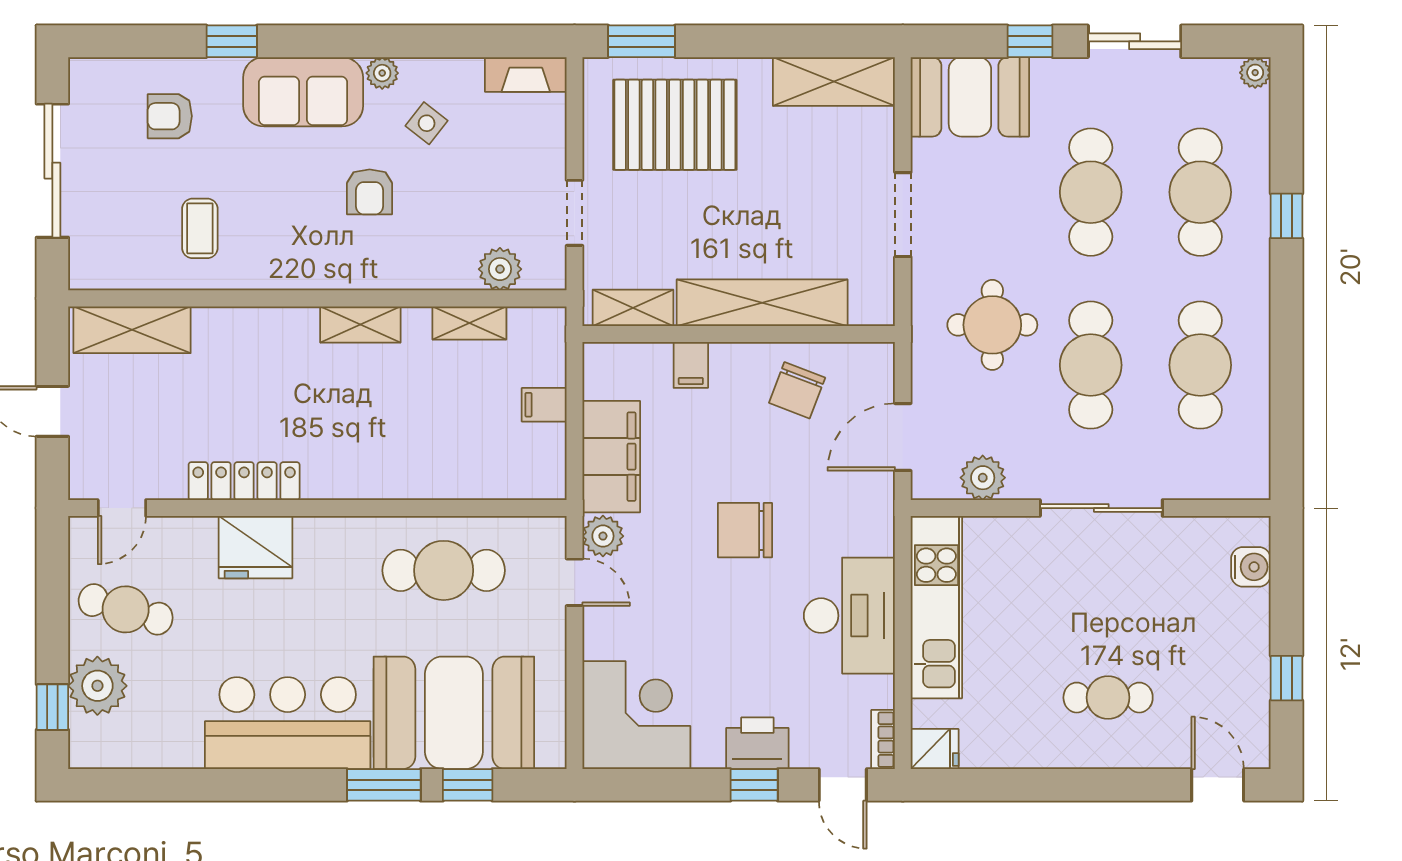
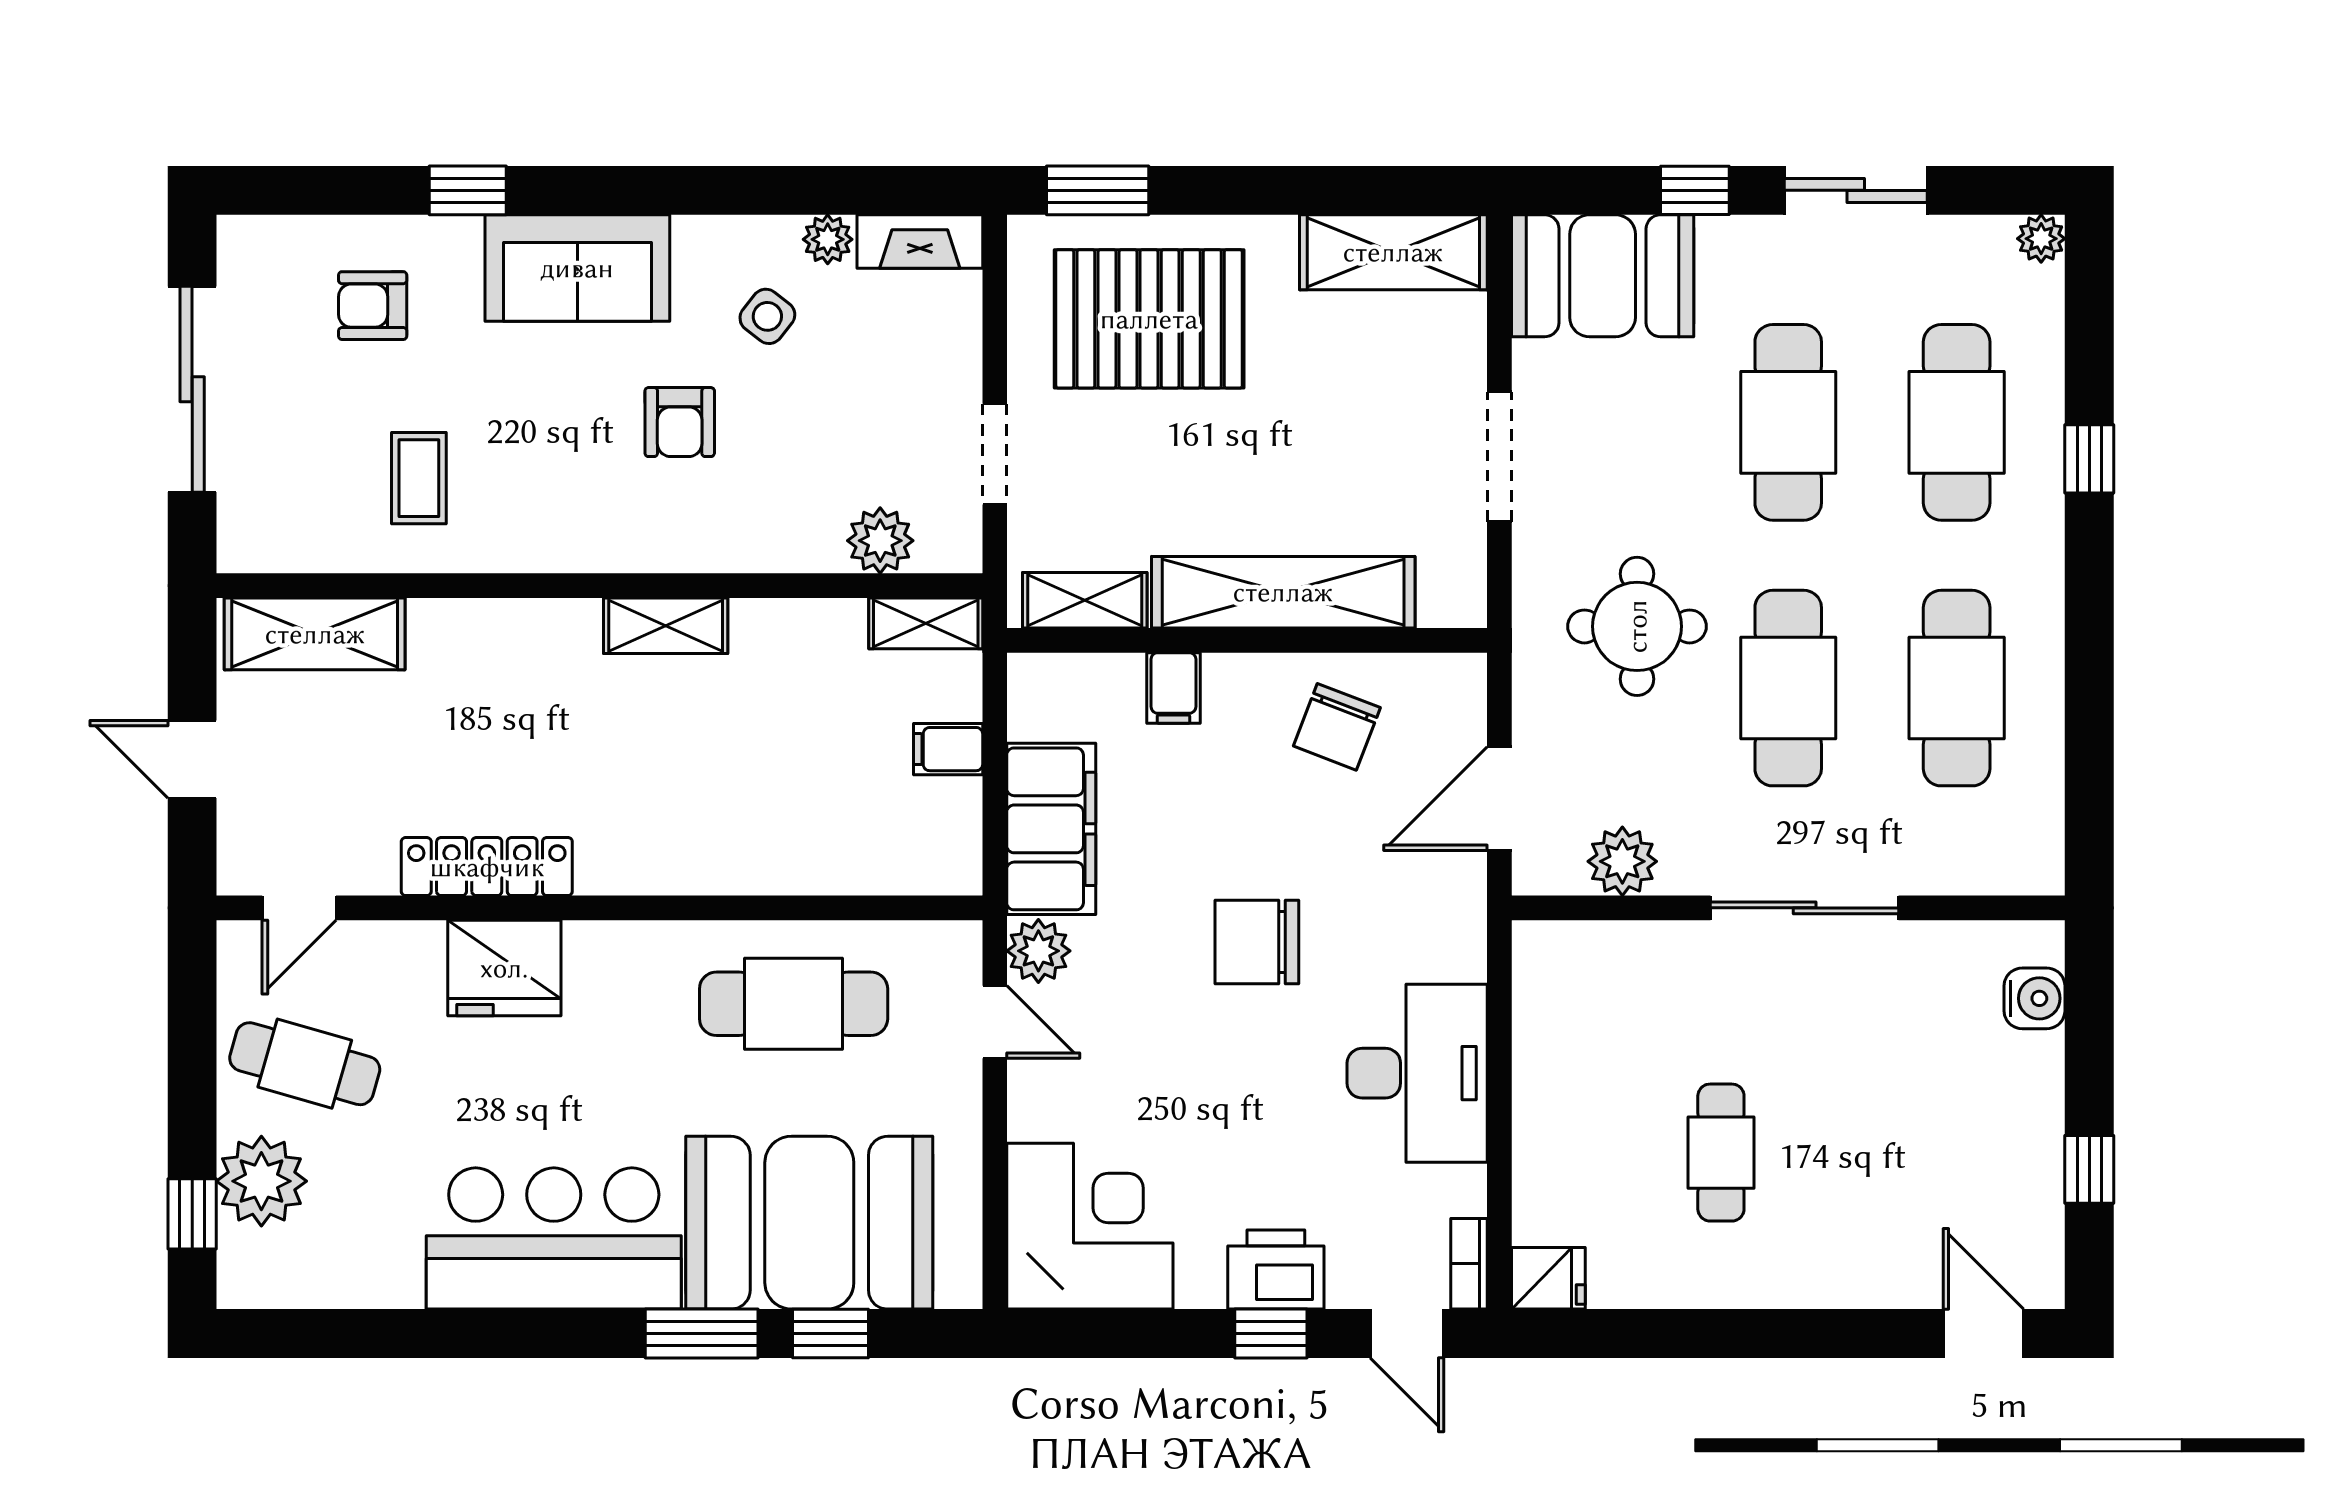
plant: (382, 73) -> (828, 239), moved
shelving: (469, 323) -> (926, 623), moved
kitchen unit: (936, 607) -> (1551, 1060), removed
cafe table: (1108, 698) -> (1721, 1153), moved, turned 90

